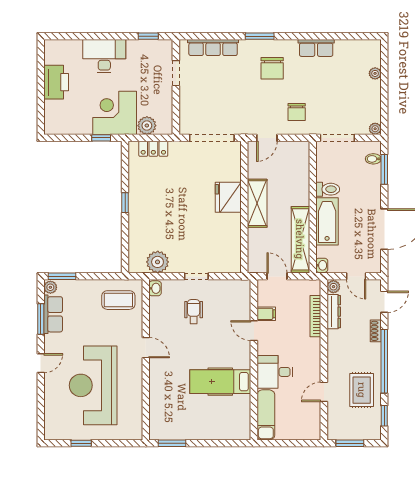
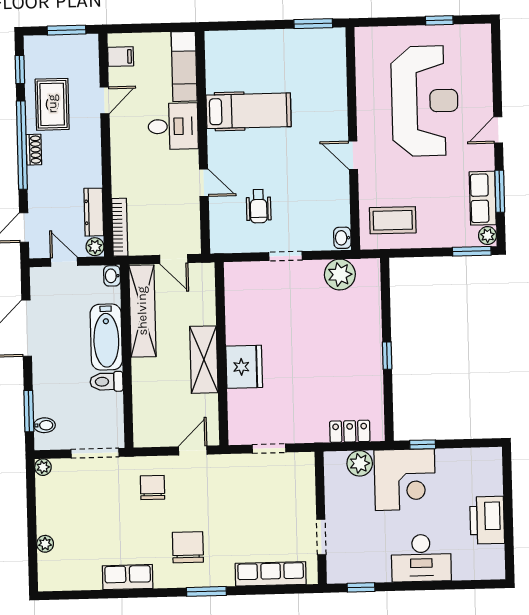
doorway: (212, 138) -> (269, 449), width x0.53
wheelchair: (194, 312) -> (259, 206), moved
filing cabinet: (266, 314) -> (121, 57), moved, turned 180
bookcase: (315, 316) -> (120, 227), moved
shoe rack: (376, 331) -> (34, 150), moved

